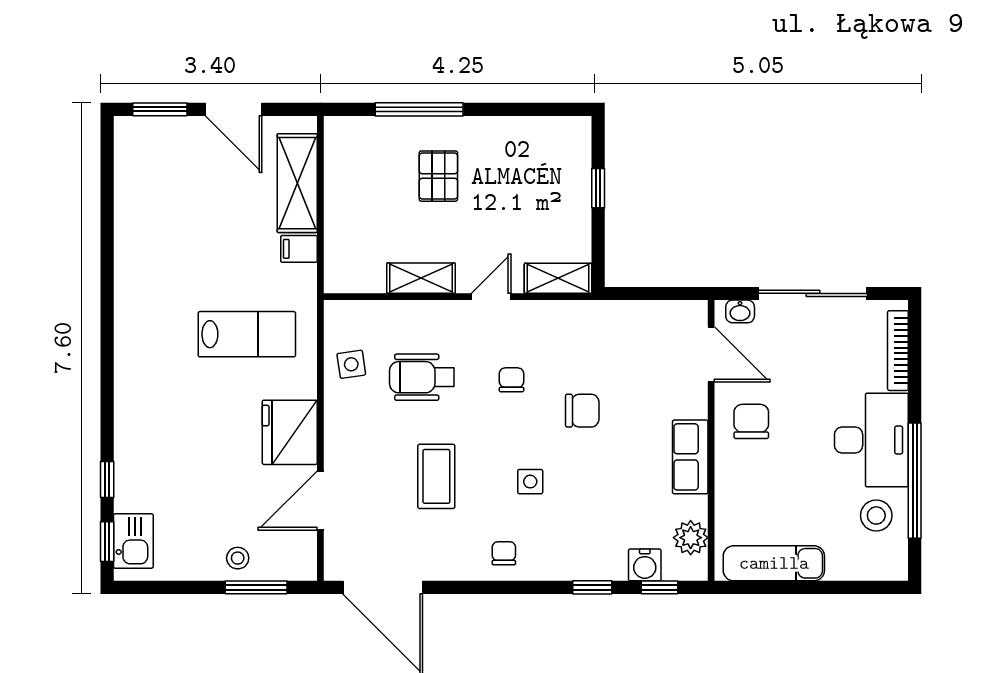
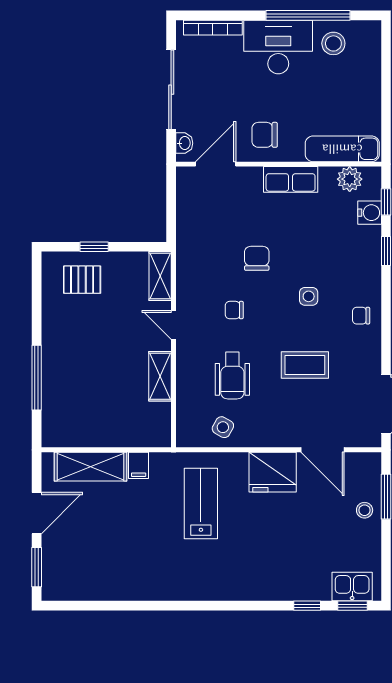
pallet: (438, 176) -> (82, 280), moved
side table: (351, 364) -> (223, 427), turned 37
exam couch: (774, 563) -> (342, 149), moved, turned 90

